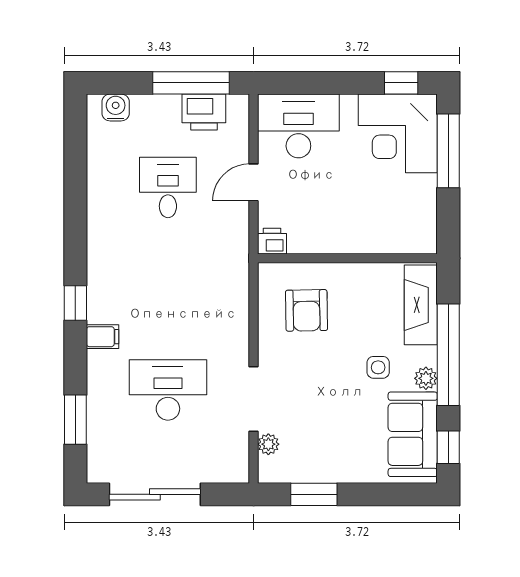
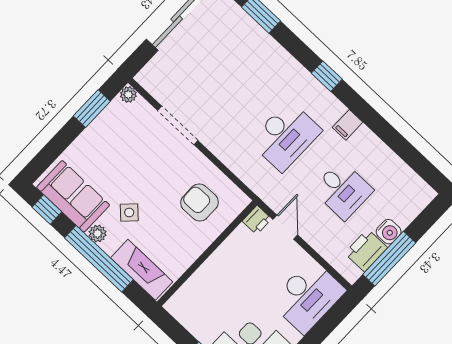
water cooler: (116, 107) -> (389, 232), moved
door: (254, 182) -> (285, 227), moved
filing cabinet: (103, 337) -> (348, 125), moved
side table: (378, 367) -> (129, 212), turned 45
desk: (168, 390) -> (286, 136), moved
plant: (268, 444) -> (128, 95), moved

